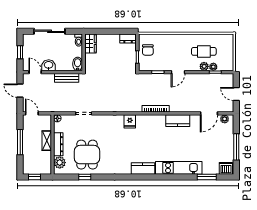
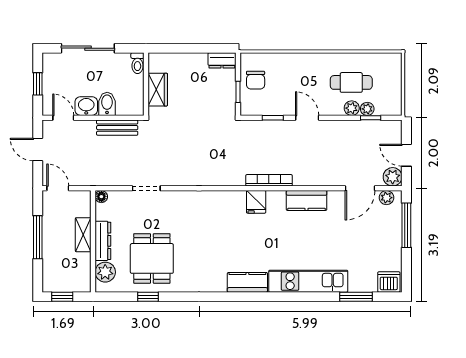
wardrobe: (90, 44) -> (158, 90), moved
bidet: (78, 64) -> (107, 104), moved
door: (178, 72) -> (307, 118), swing flipped
plant: (228, 107) -> (393, 177), added
fridge: (130, 121) -> (256, 202), moved
window: (236, 147) -> (406, 225), moved

